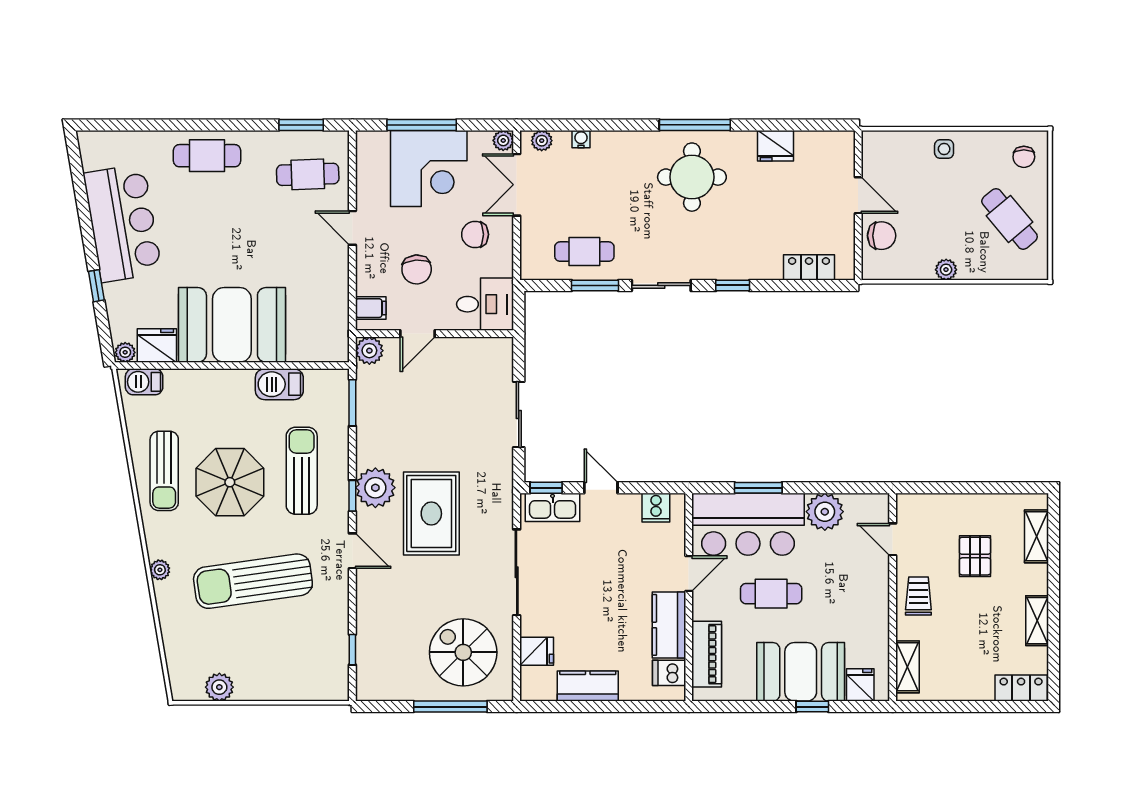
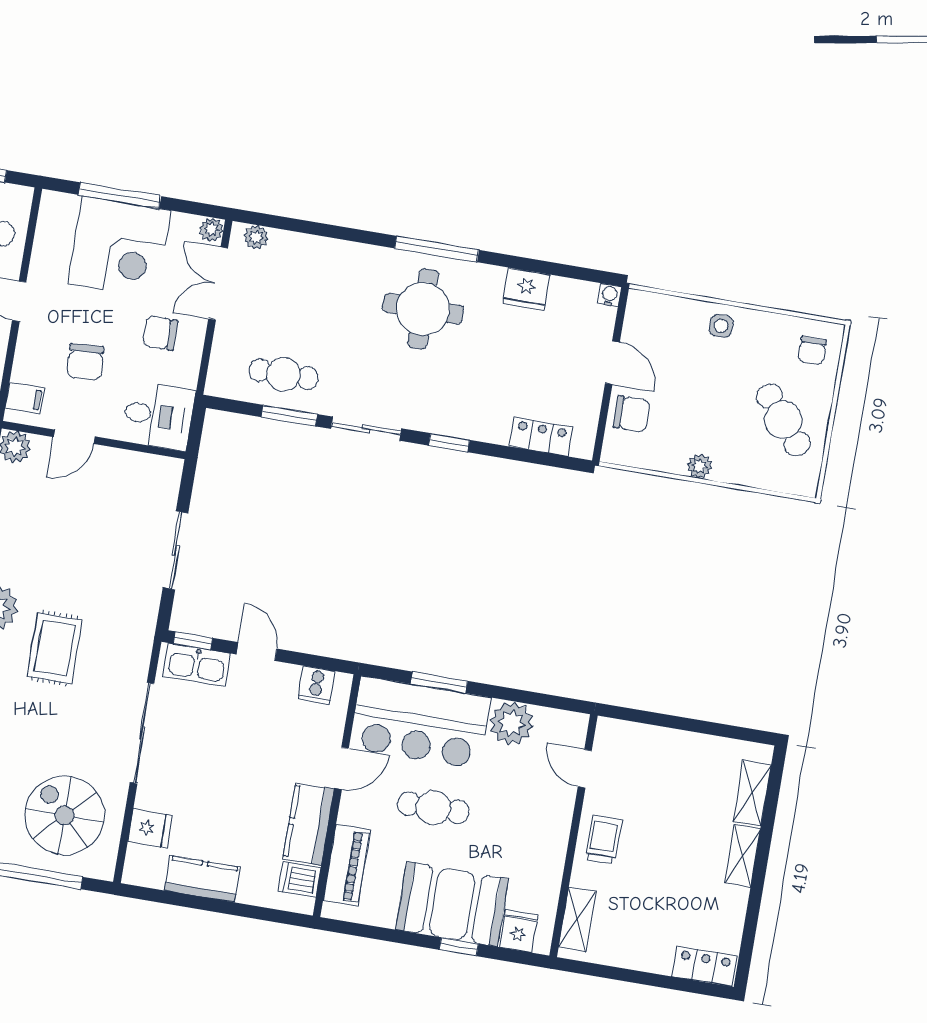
water cooler: (581, 139) -> (610, 295), moved
rug: (431, 514) -> (55, 648), width x0.73, depth x0.70
pallet: (975, 556) -> (677, 804), removed
shelving: (1037, 621) -> (742, 856), moved

